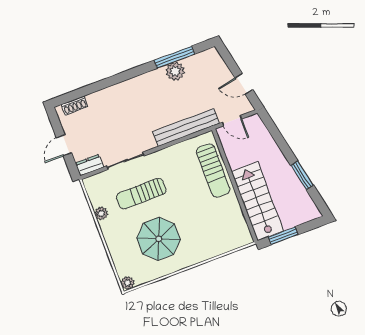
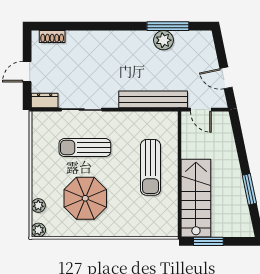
sun lounger: (213, 170) -> (150, 167), moved
plant: (101, 213) -> (38, 205), moved

